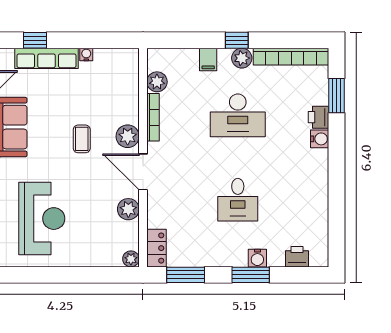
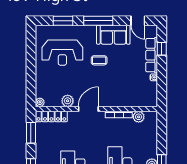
filing cabinet: (208, 59) -> (151, 145), removed
plant: (128, 136) -> (108, 100), removed
coffee table: (82, 139) -> (99, 60), moved
locker: (156, 248) -> (51, 117), width x1.53

